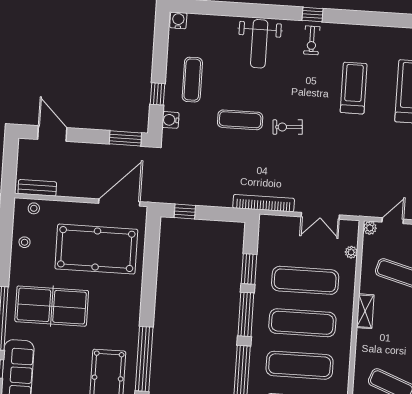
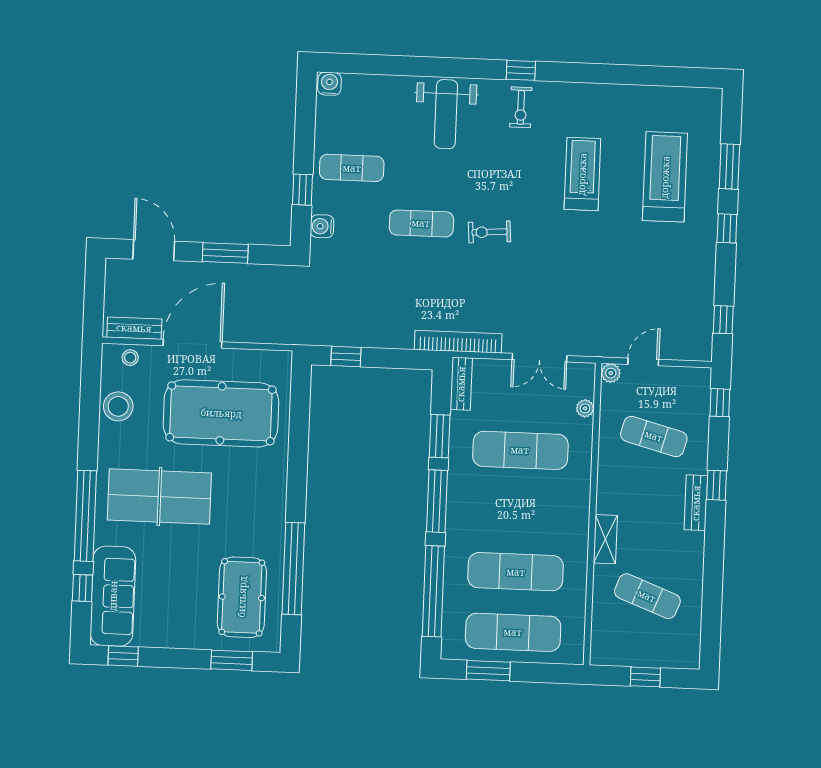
exercise mat: (192, 80) -> (352, 168), turned 90
window: (125, 138) -> (225, 253), moved
door: (119, 203) -> (192, 344), moved
bench: (265, 233) -> (461, 384), added
stool: (25, 242) -> (118, 406), width x1.89, depth x1.89
shelving: (365, 311) -> (605, 539), moved
exercise mat: (302, 323) -> (518, 511), removed

